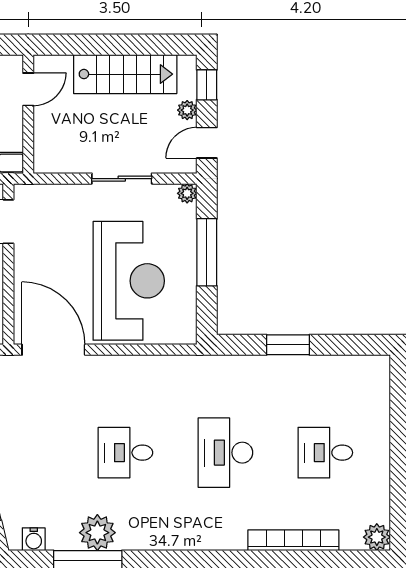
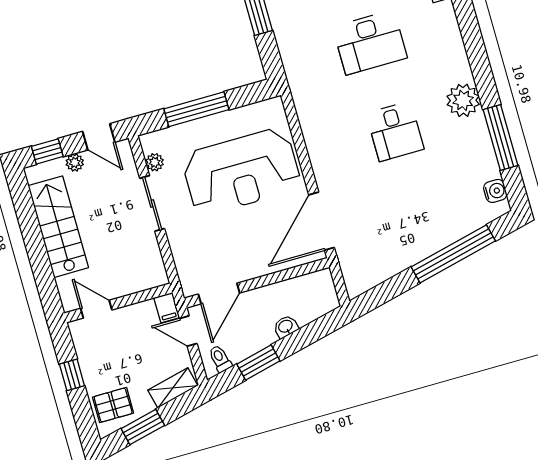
plant: (187, 193) -> (155, 162), moved
reception desk: (129, 281) -> (241, 172), turned 180
plant: (97, 533) -> (463, 100), moved

